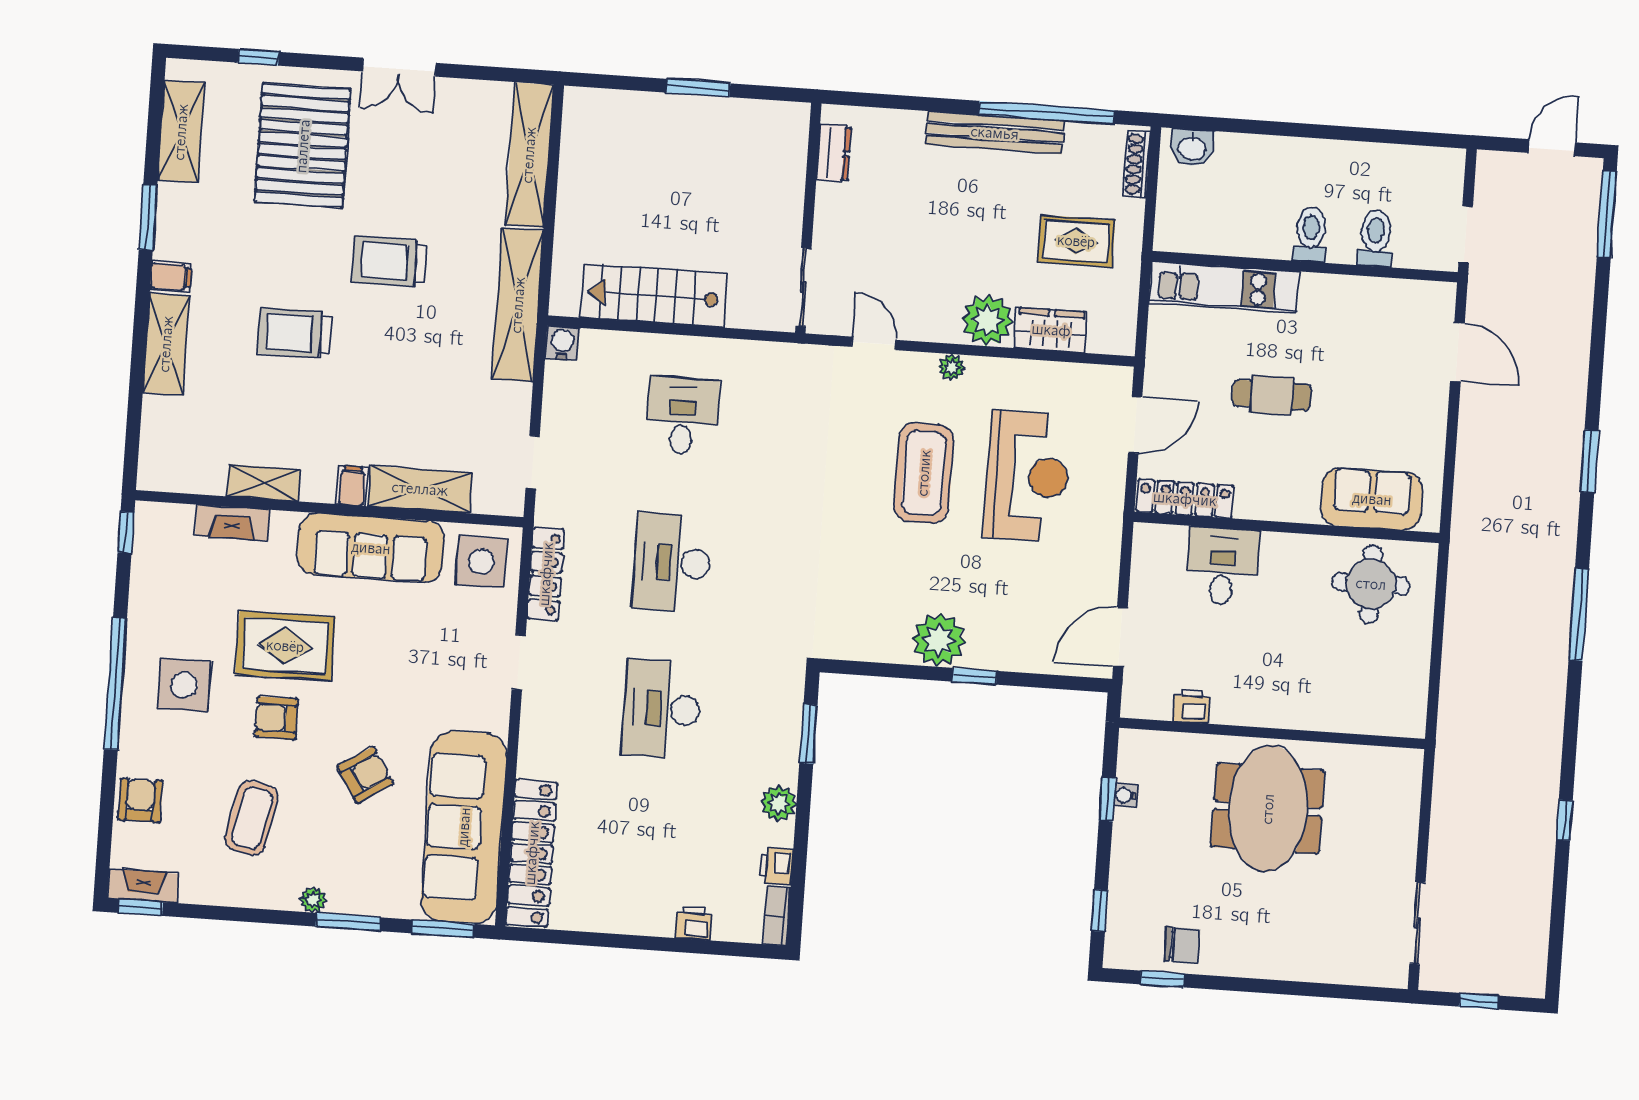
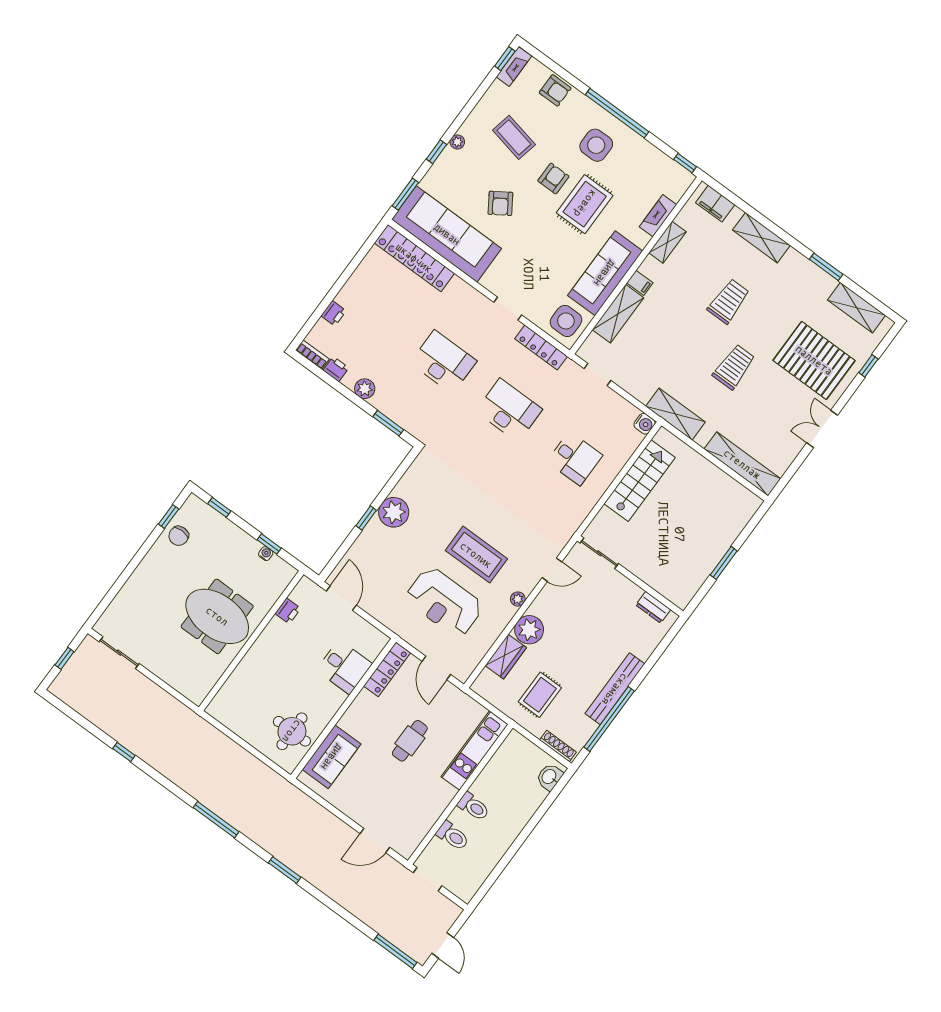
filing cabinet: (171, 277) -> (715, 204), moved, width x2.00
shelving: (518, 305) -> (676, 414), width x0.68
window: (348, 922) -> (436, 152), width x0.67

